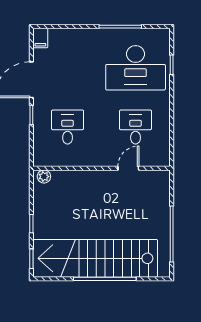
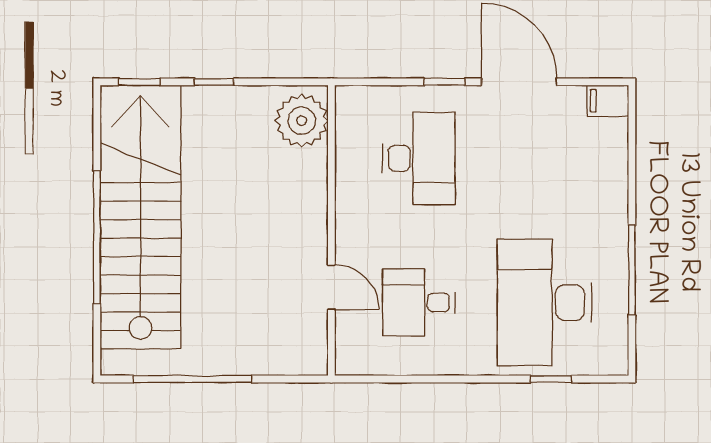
desk: (68, 127) -> (419, 158), width x1.37
desk: (136, 127) -> (419, 303), turned 180
plant: (44, 177) -> (302, 121), width x1.87, depth x1.87

